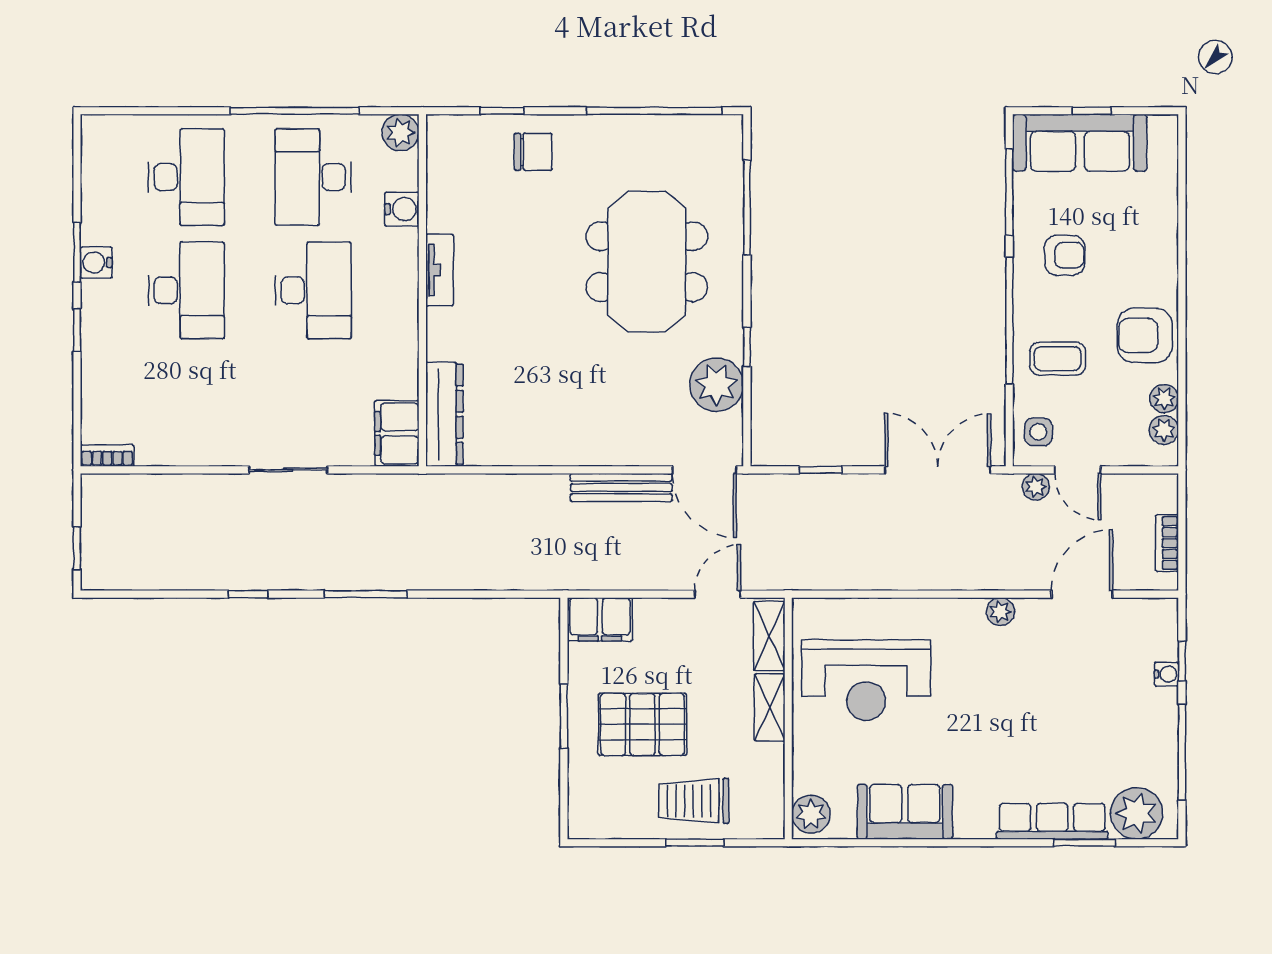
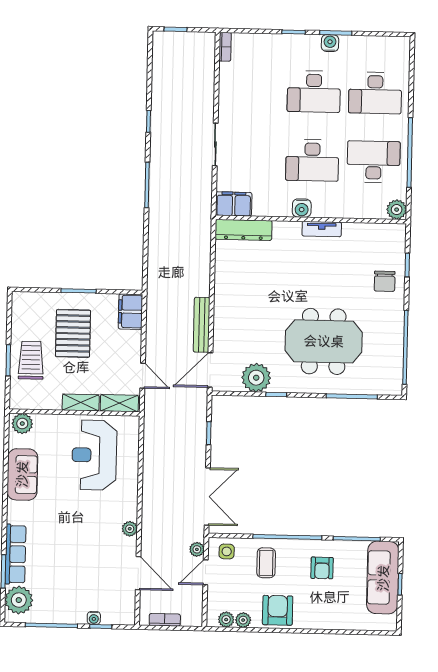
water cooler: (402, 209) -> (302, 208), moved

